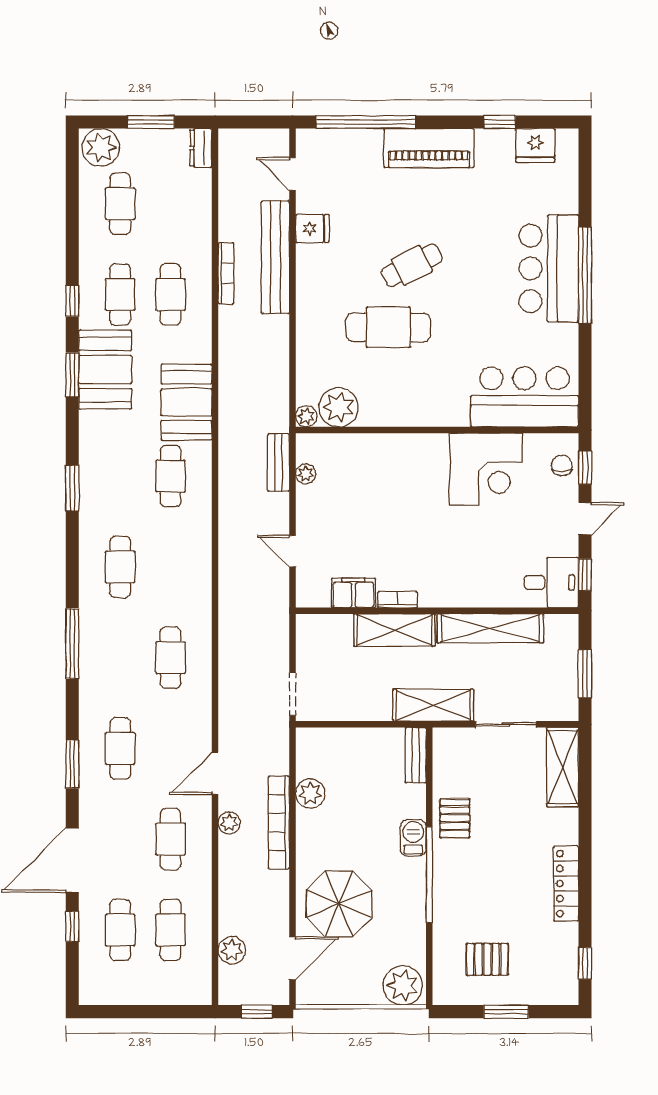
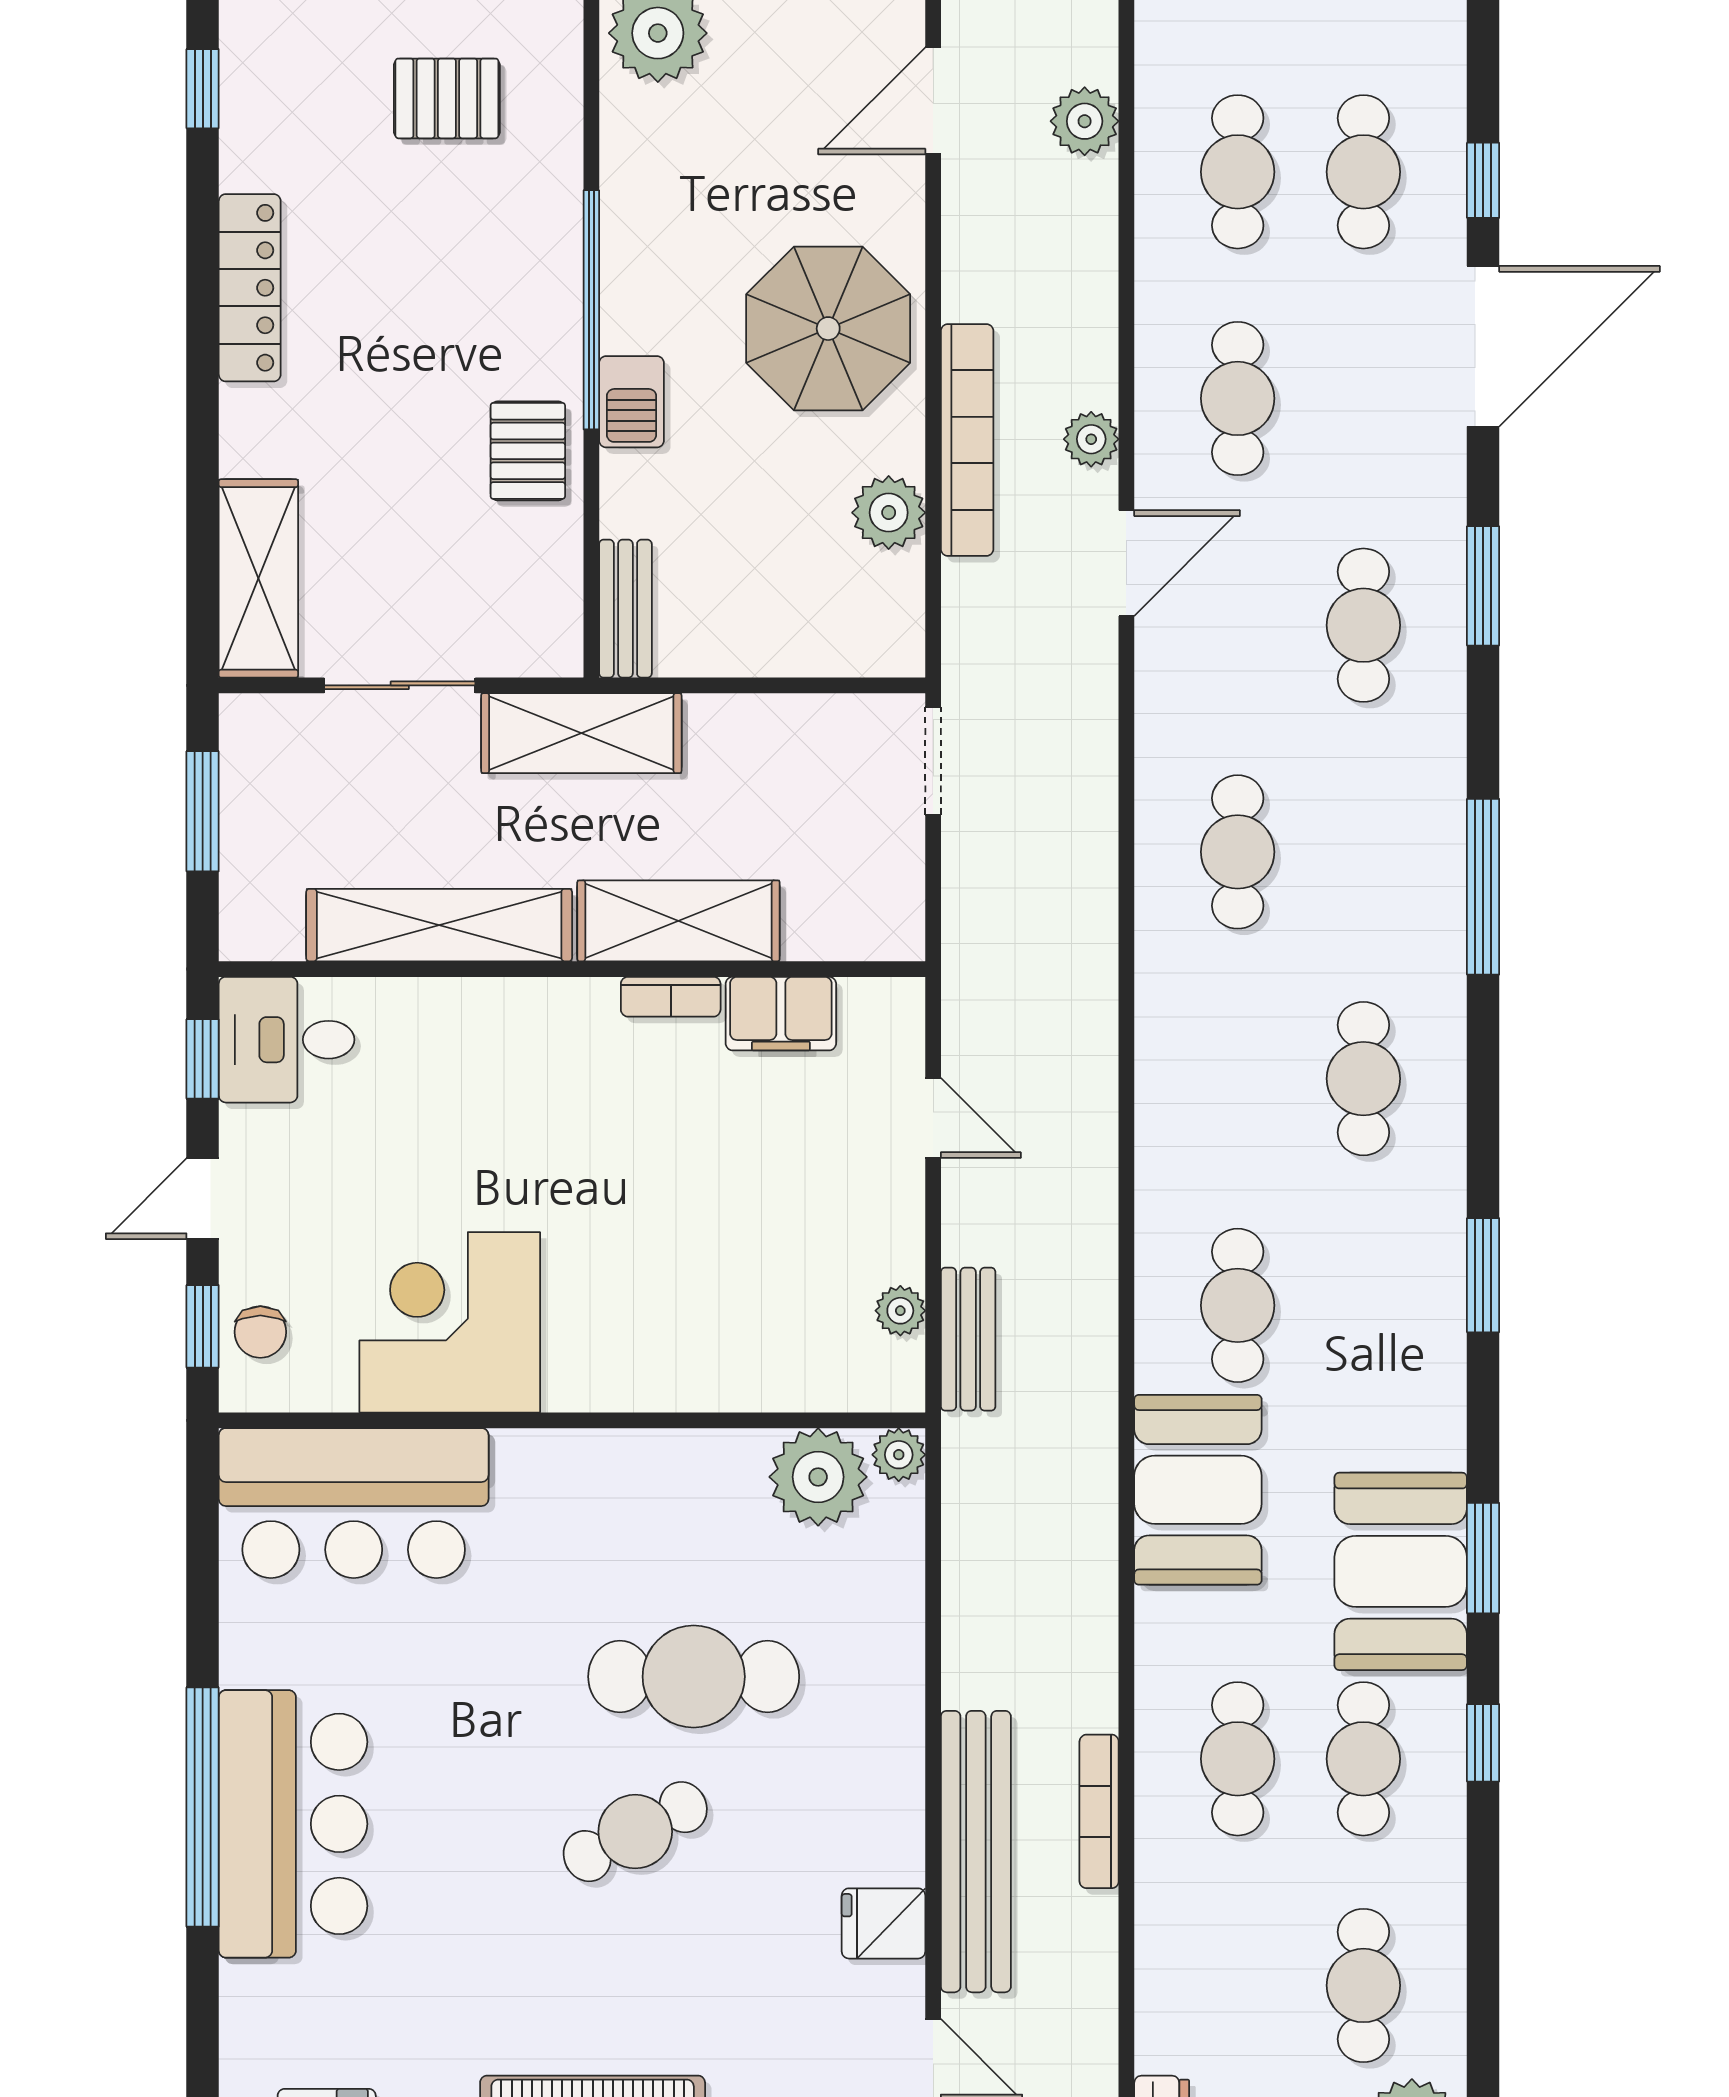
parasol: (339, 904) -> (828, 329), moved

